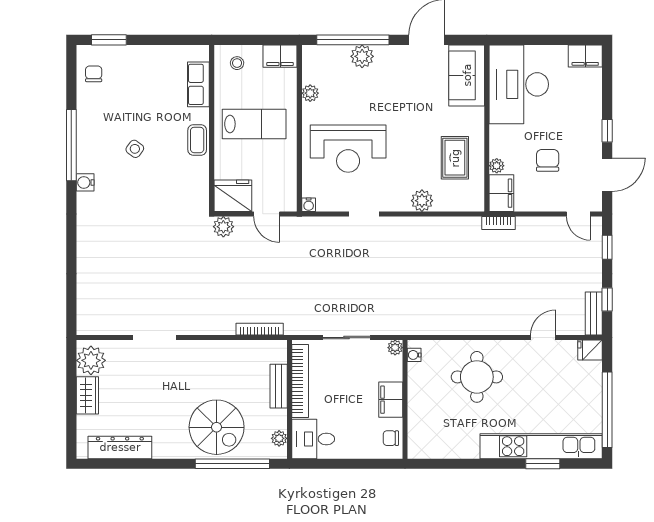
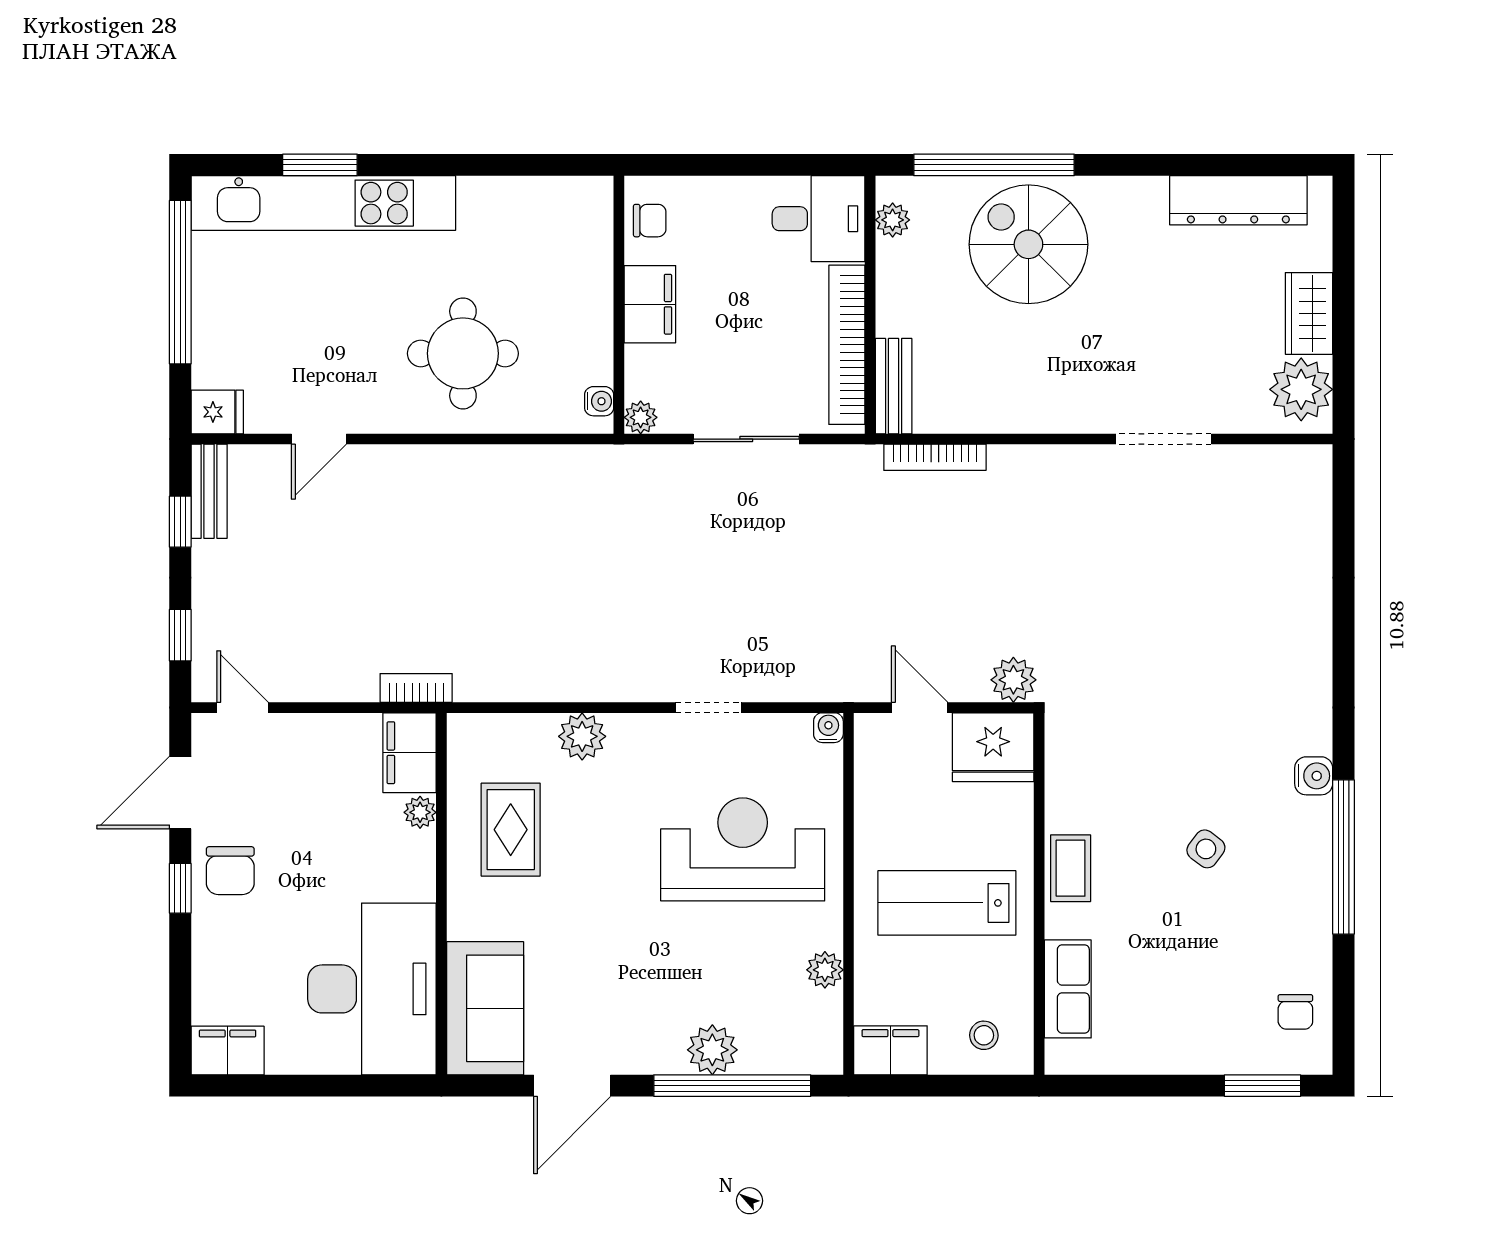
chair: (548, 160) -> (230, 871), moved
bench: (279, 386) -> (894, 386), moved

